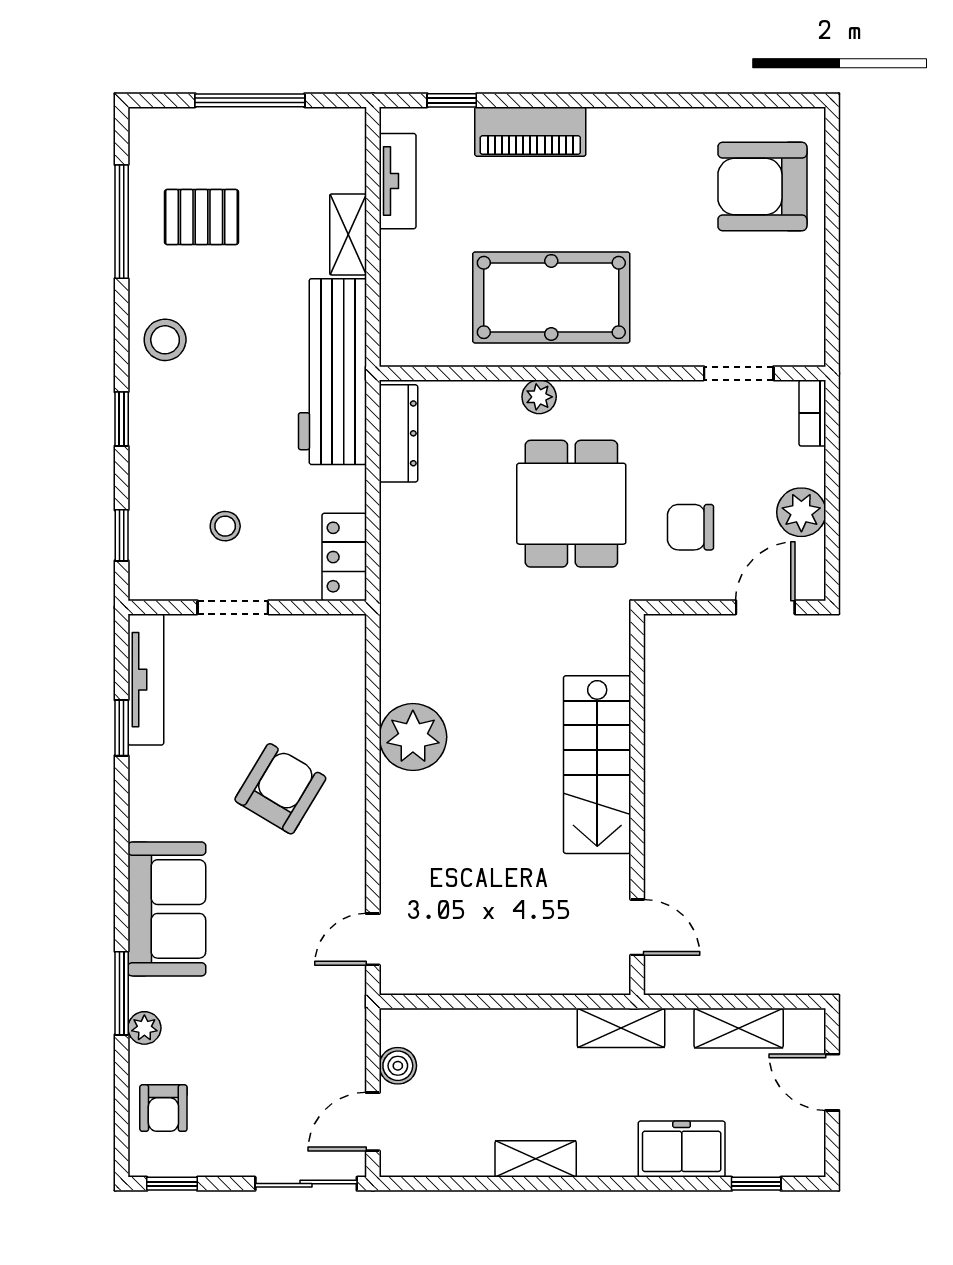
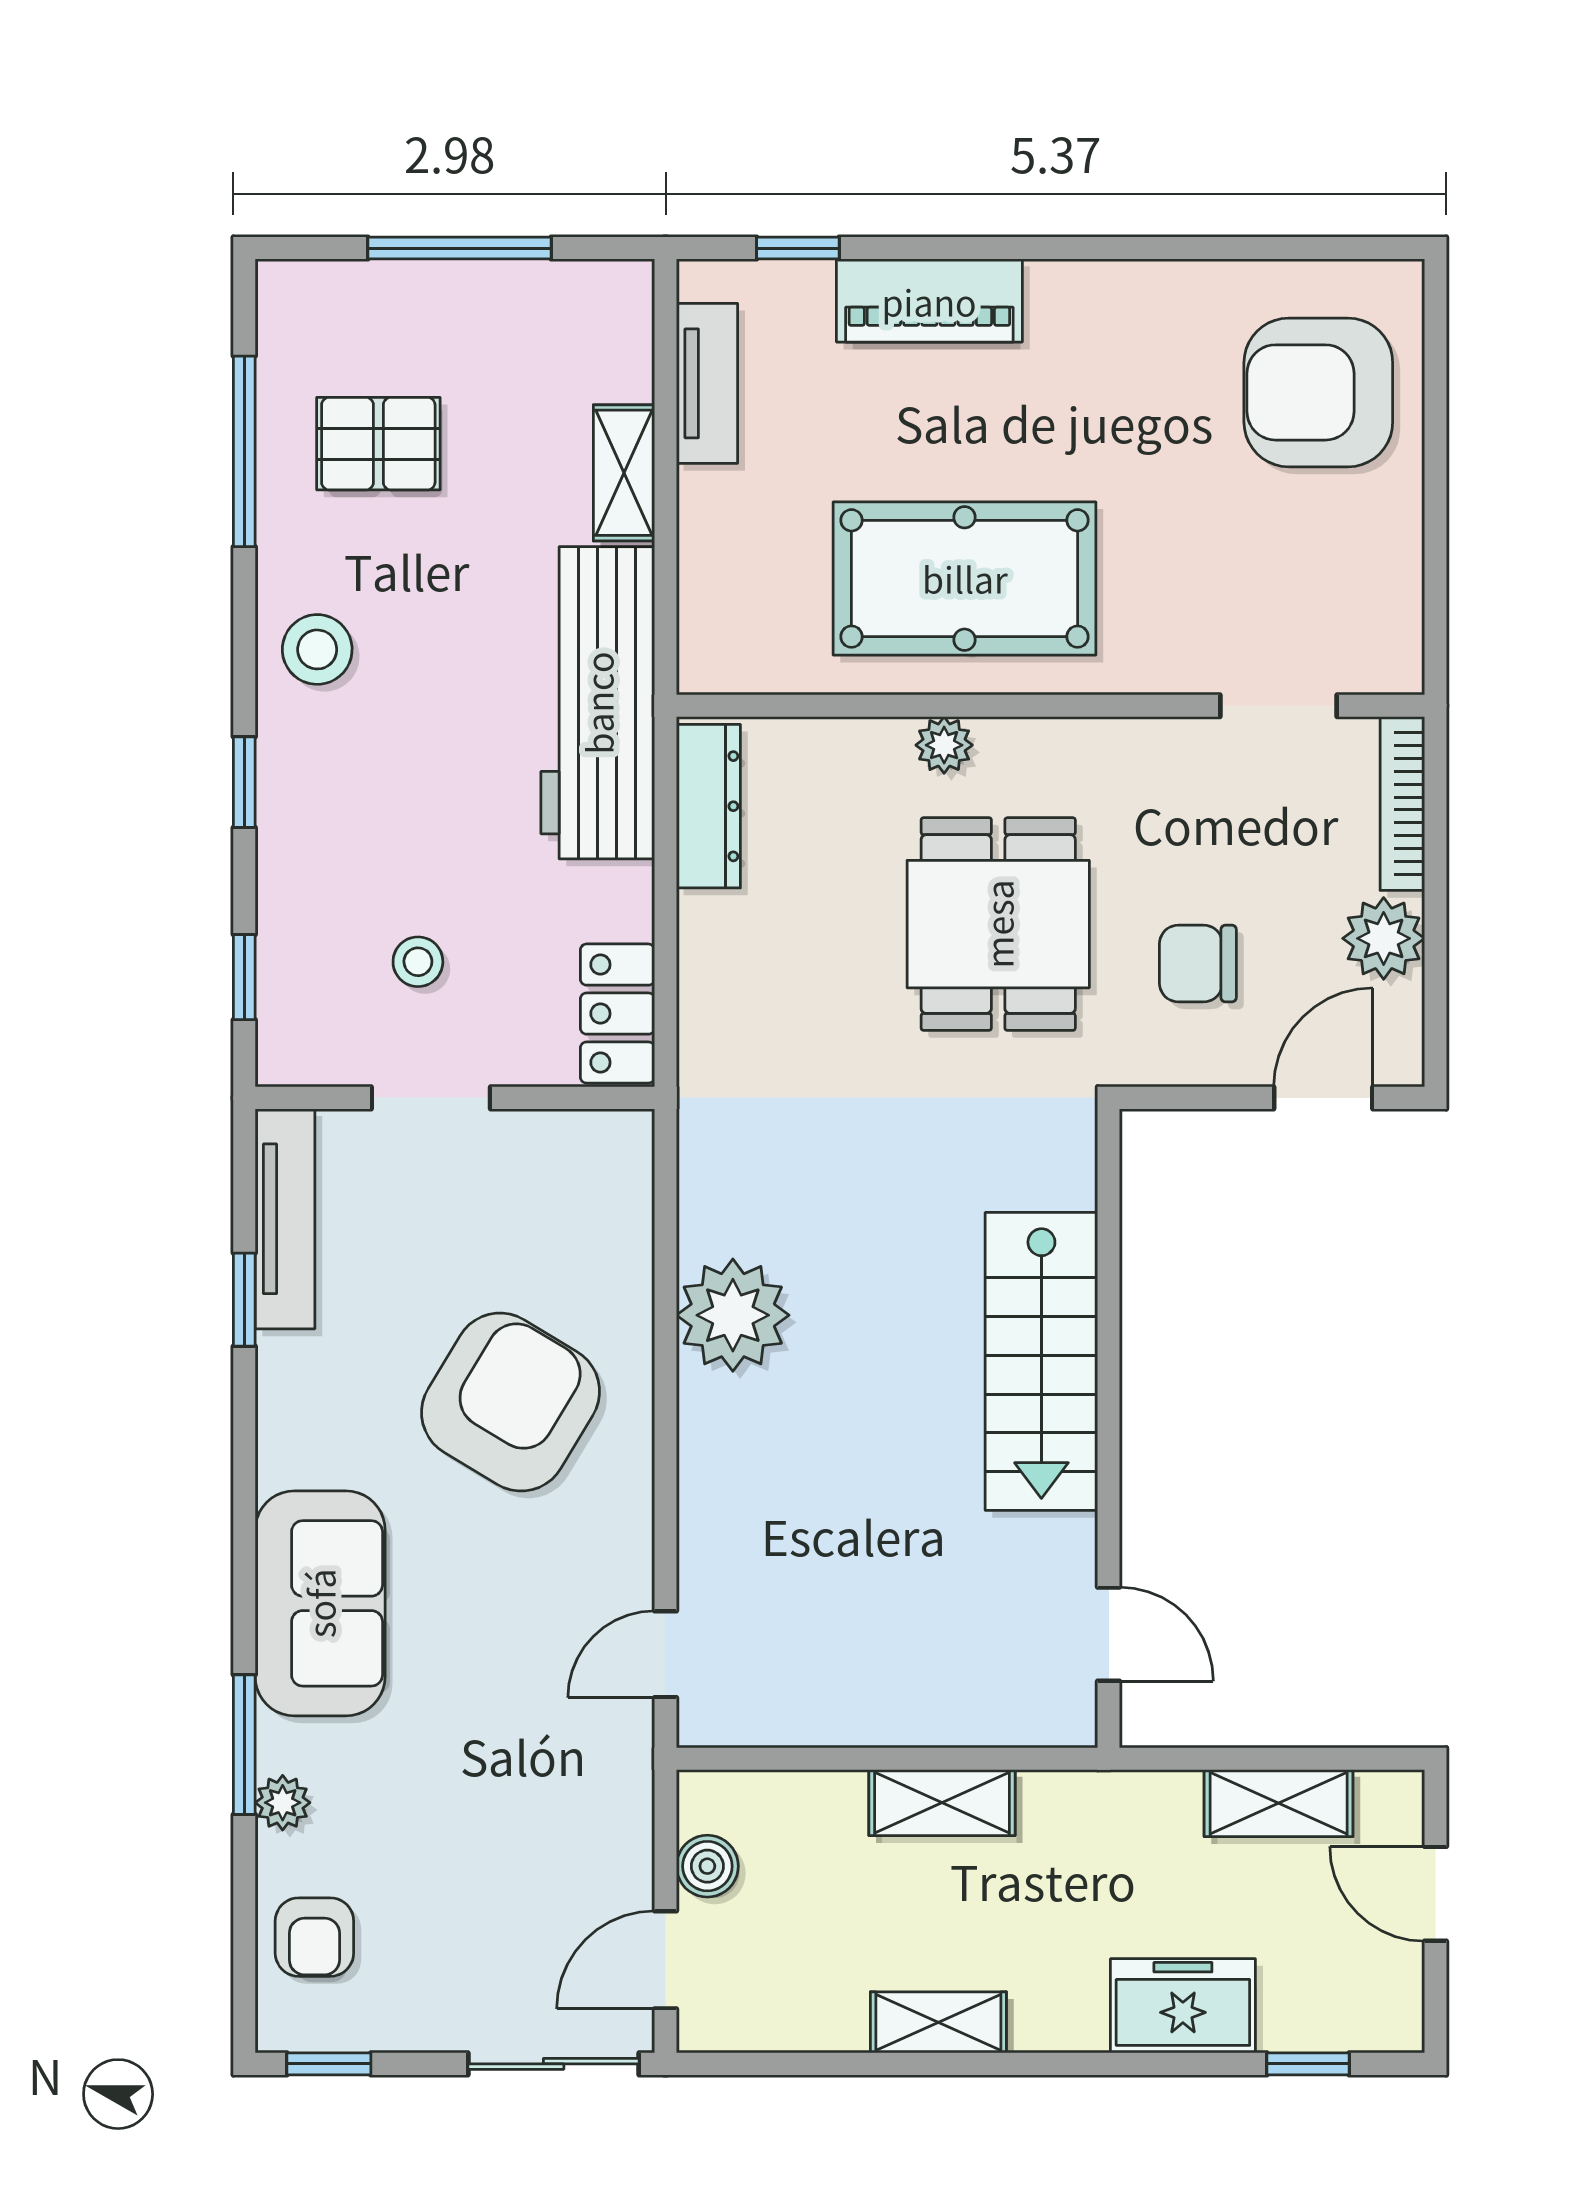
bookcase: (812, 413) -> (1402, 803), width x1.56
armchair: (280, 789) -> (511, 1402), width x1.36, depth x1.36
shelving: (621, 1028) -> (942, 1803), moved

